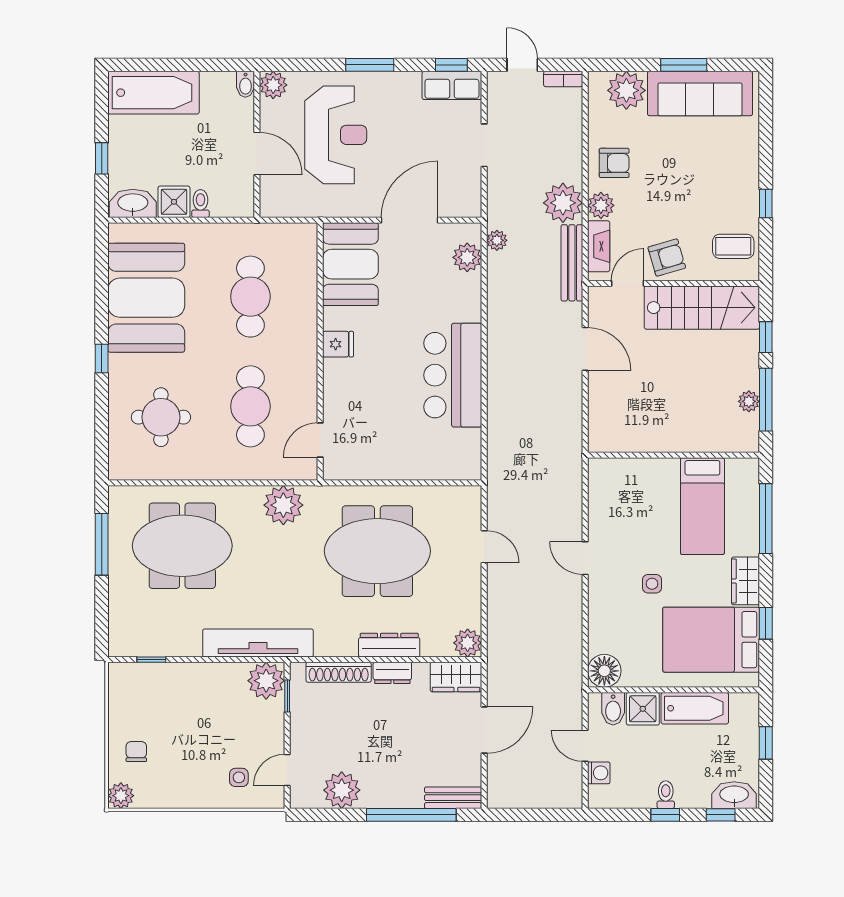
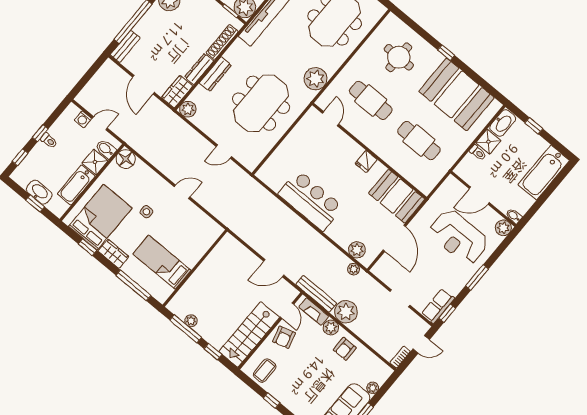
plant: (626, 90) -> (373, 388), width x0.53, depth x0.53
dresser: (392, 673) -> (199, 69), width x1.44
washbasin: (734, 795) -> (39, 192), moved, turned -90

